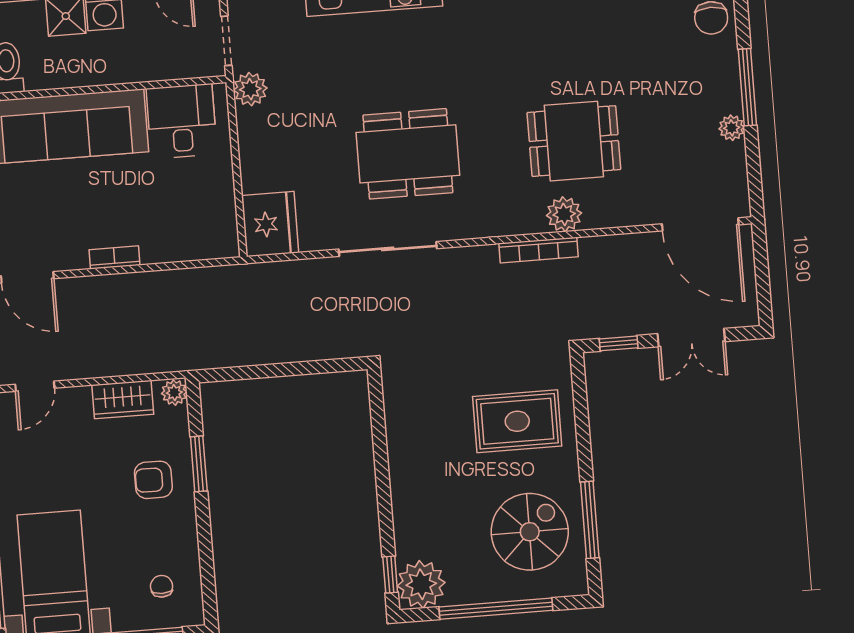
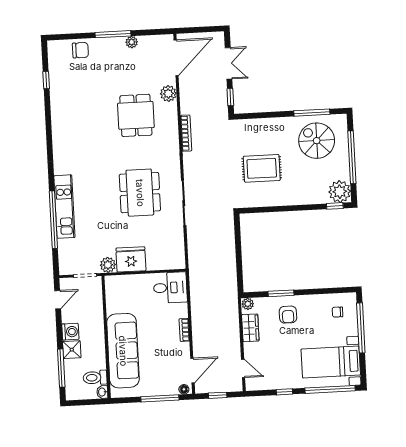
desk: (182, 121) -> (170, 288), moved, turned 180
plant: (564, 214) -> (168, 94), moved
fridge: (270, 224) -> (131, 259), moved
rug: (517, 421) -> (262, 168), moved, turned 90

